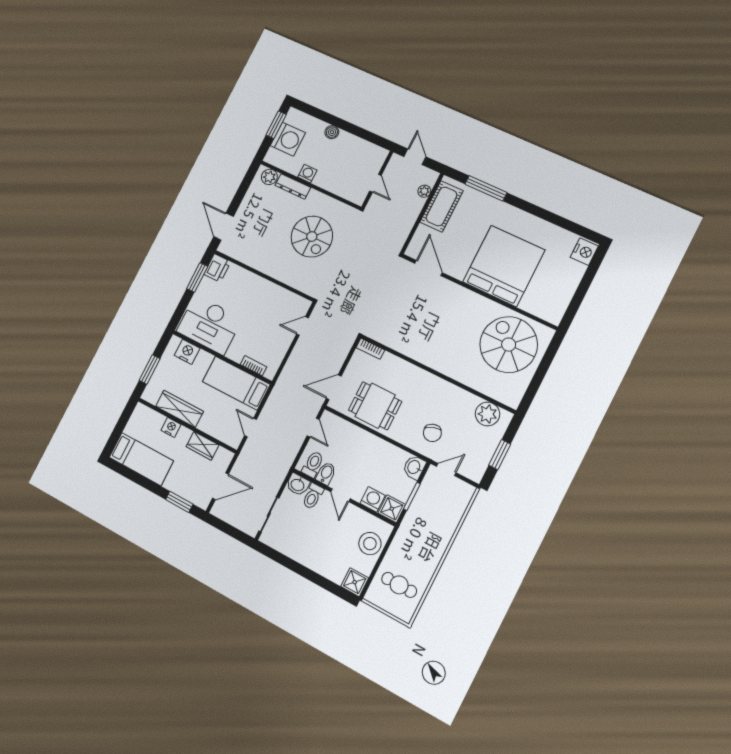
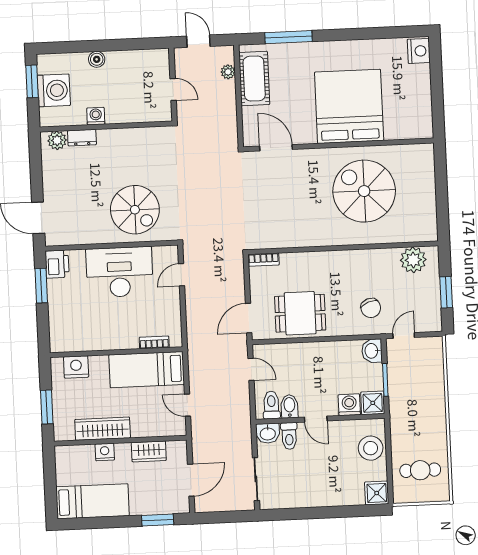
dresser: (293, 186) -> (82, 138), width x0.70
spiral stairs: (312, 237) -> (135, 210), moved
desk: (209, 325) -> (119, 272), moved, turned 180
spiral stairs: (509, 345) -> (364, 191), moved

